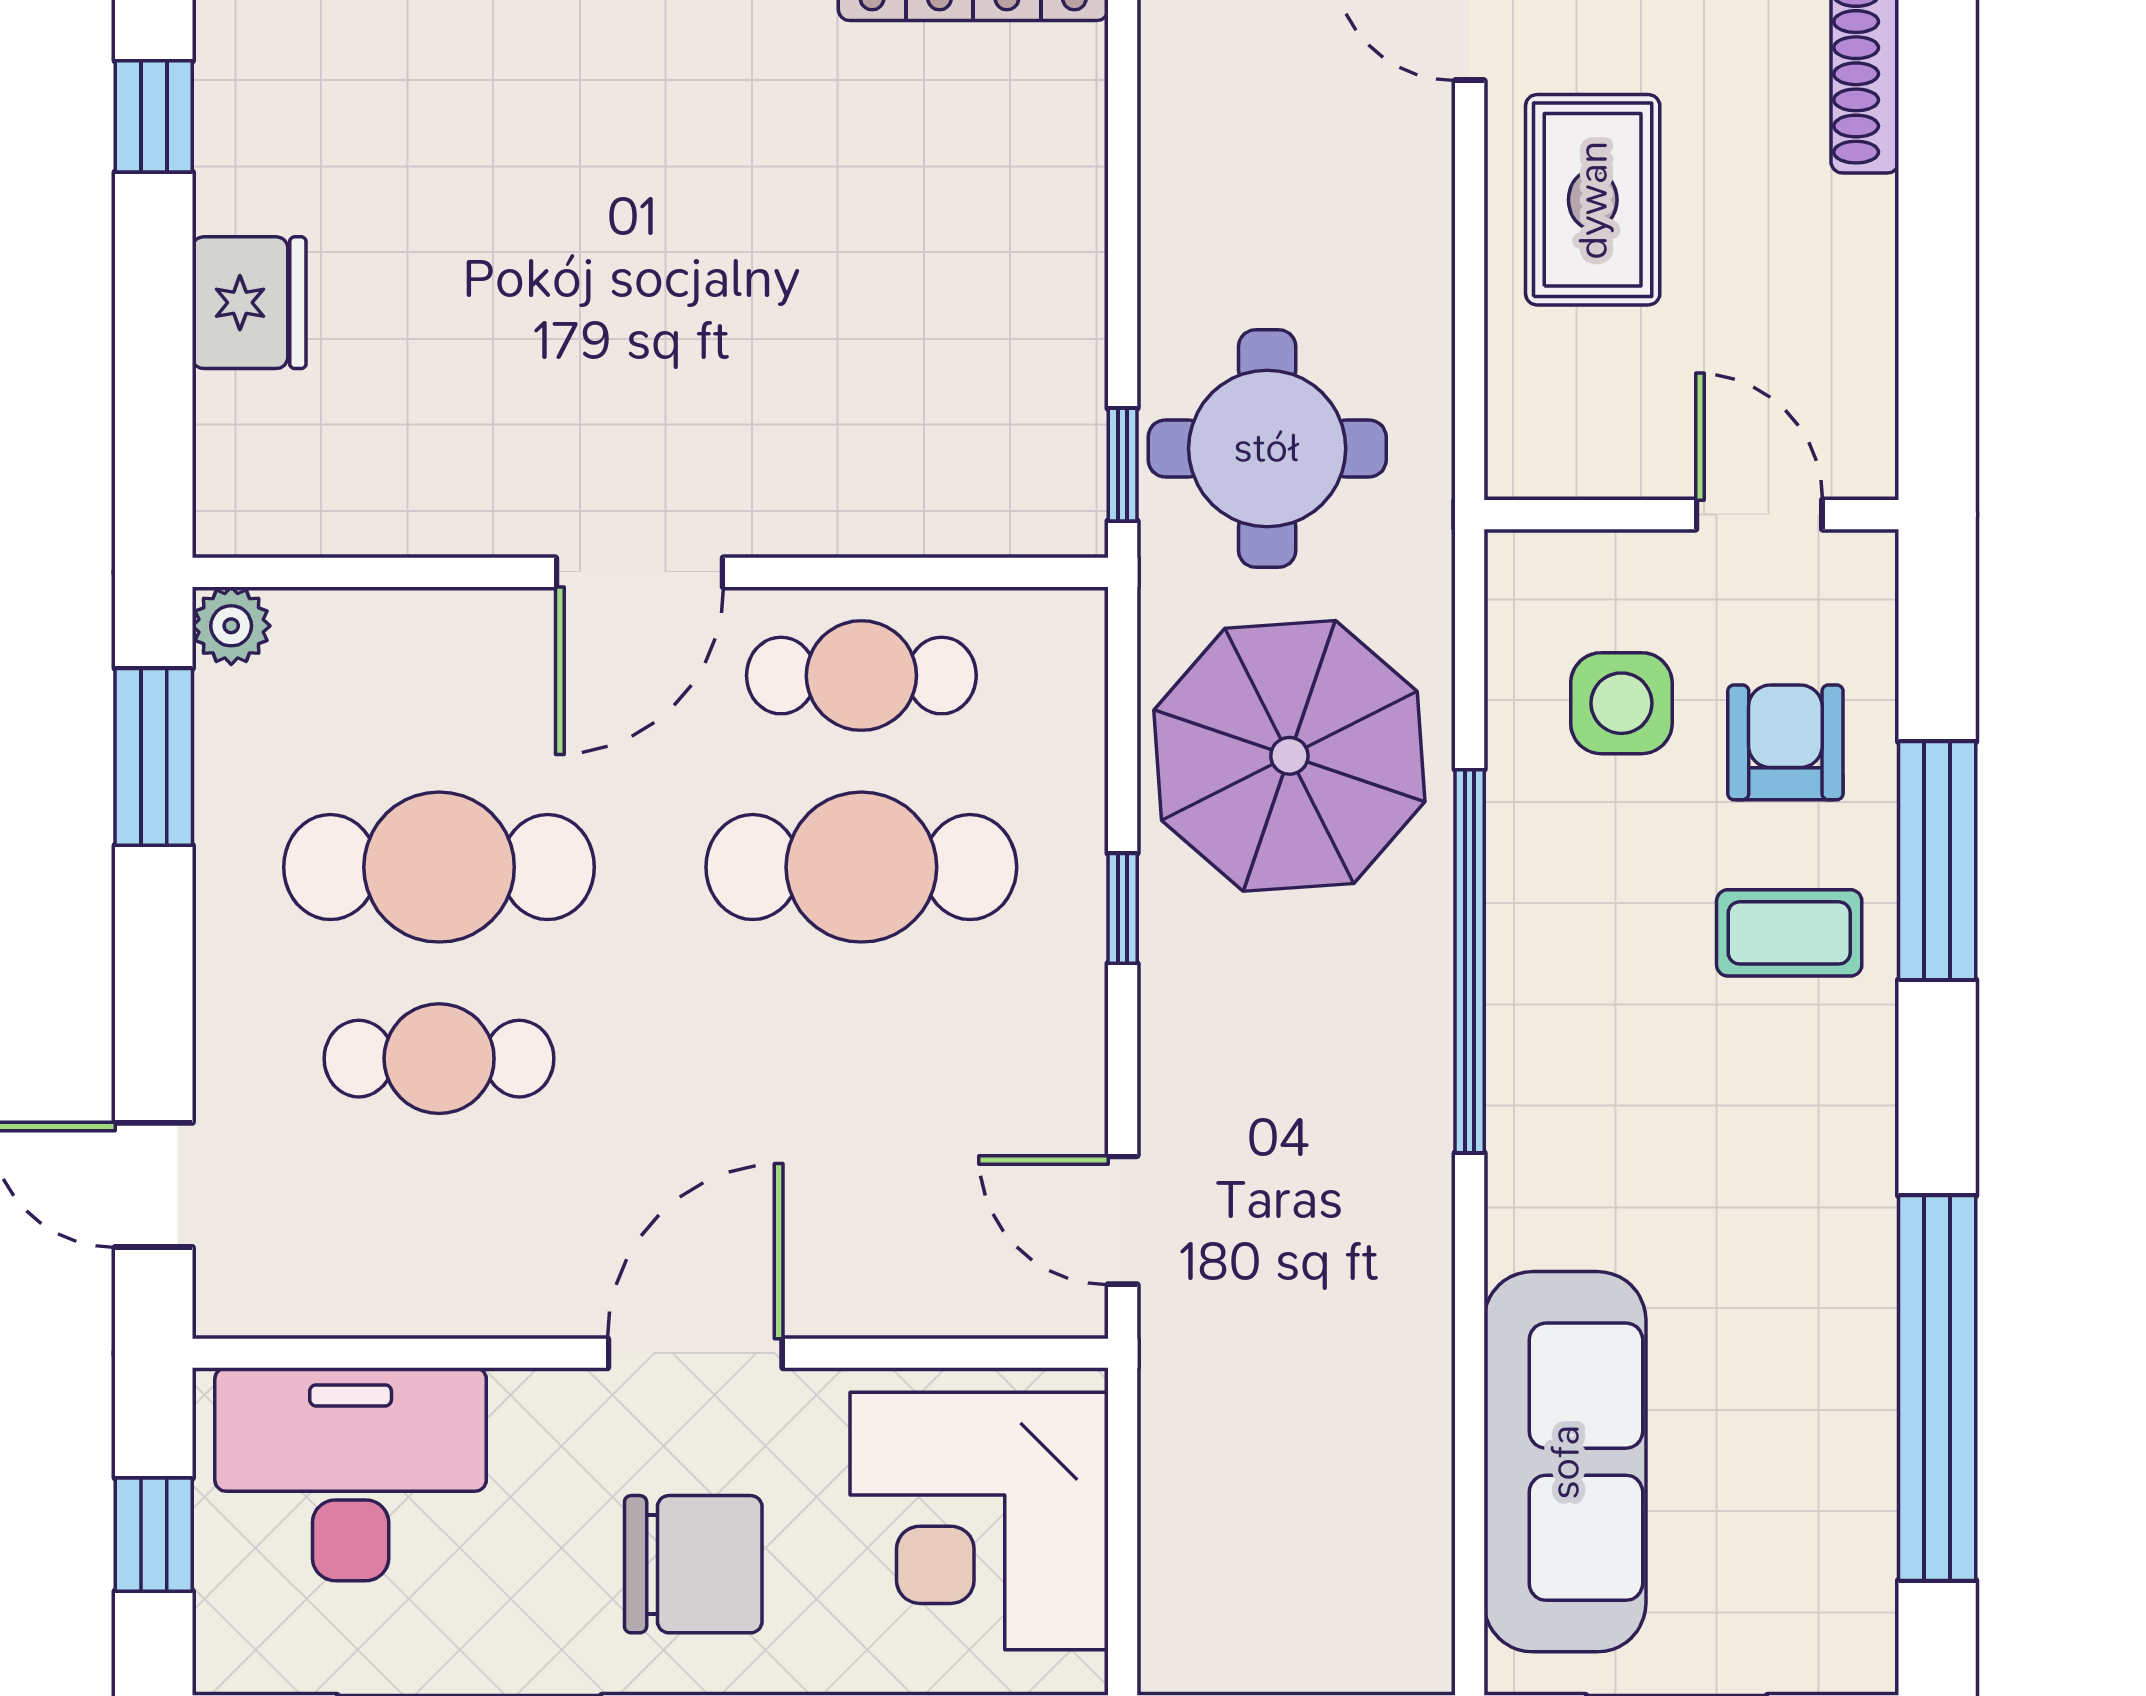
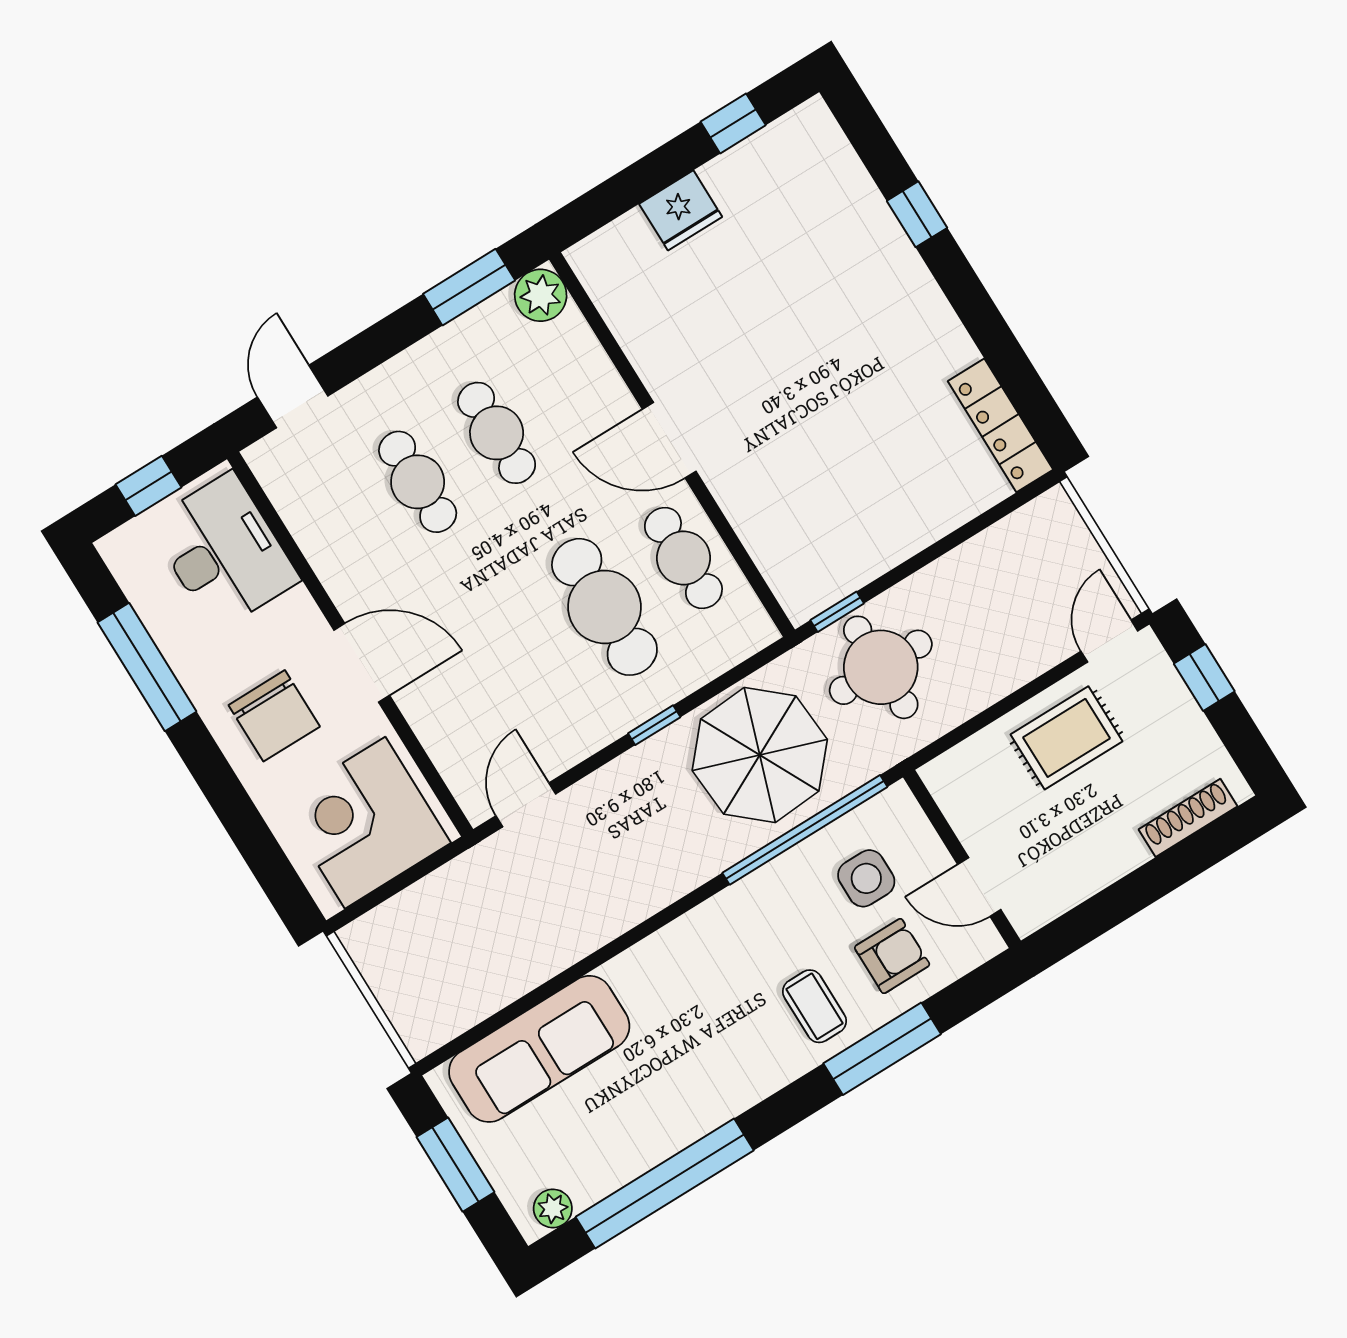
door: (1759, 515) -> (979, 887), swing flipped
plant: (231, 626) -> (541, 295), width x1.38, depth x1.38
cafe table: (439, 867) -> (497, 433), width x0.73, depth x0.74
window: (1470, 961) -> (805, 830), moved
plant: (1859, 1611) -> (553, 1208), added

